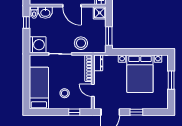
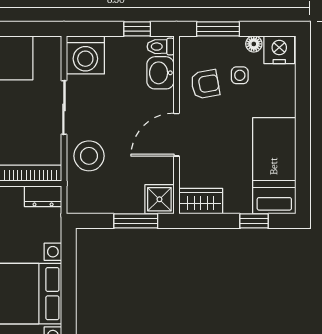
window: (109, 36) -> (136, 221), moved

